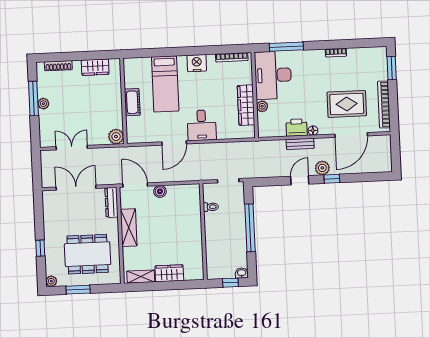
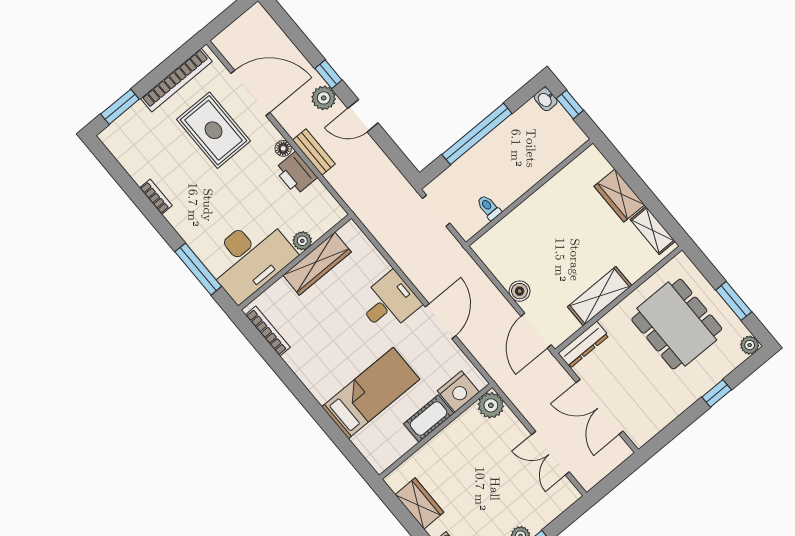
nightstand: (197, 63) -> (458, 391), moved, turned -90
door: (174, 143) -> (441, 321), hinge flipped

